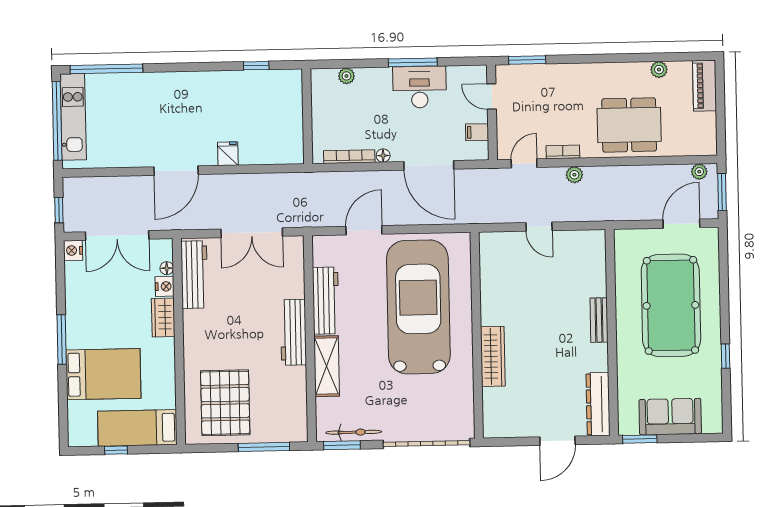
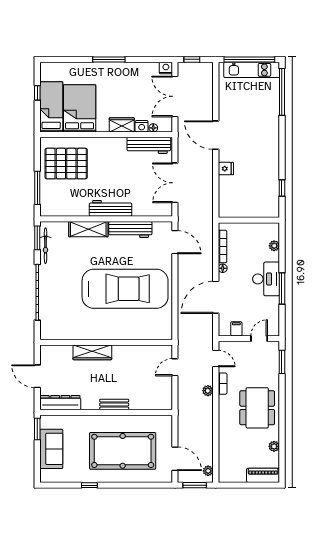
desk: (420, 87) -> (266, 279), moved
dining table: (629, 125) -> (257, 408), moved
door: (364, 230) -> (175, 242), moved
wall: (477, 335) -> (106, 342), moved
wardrobe: (493, 356) -> (92, 352), moved
bed: (103, 374) -> (80, 108), moved, turned 180

